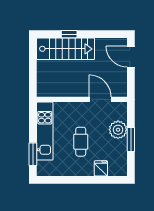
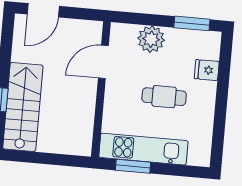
window: (131, 140) -> (192, 23), moved
window: (33, 154) -> (133, 166), moved

